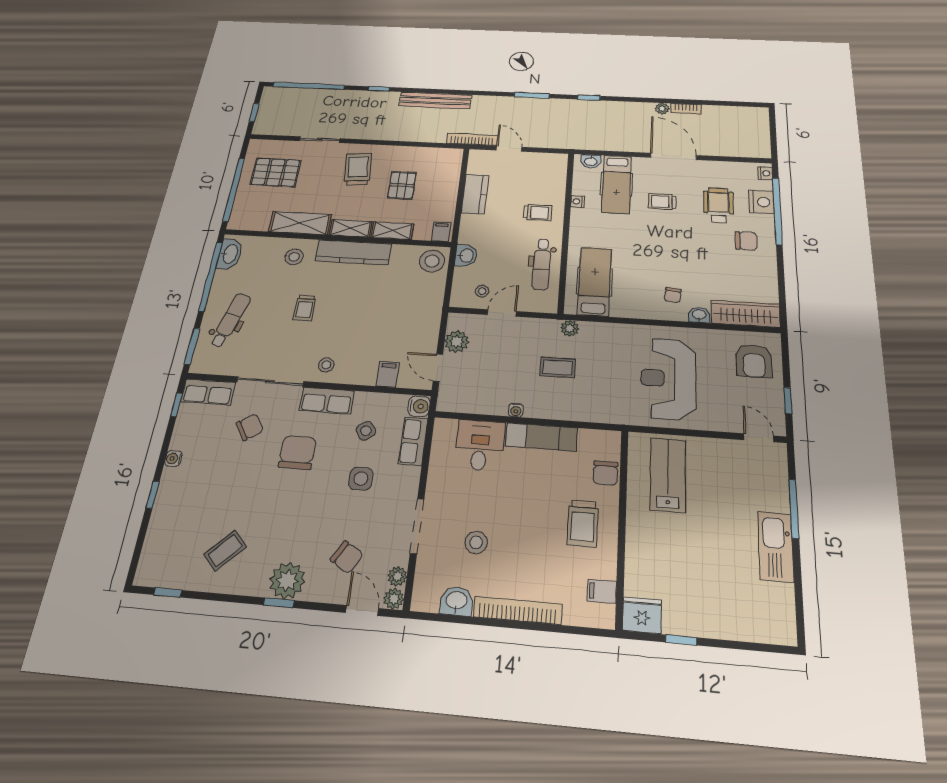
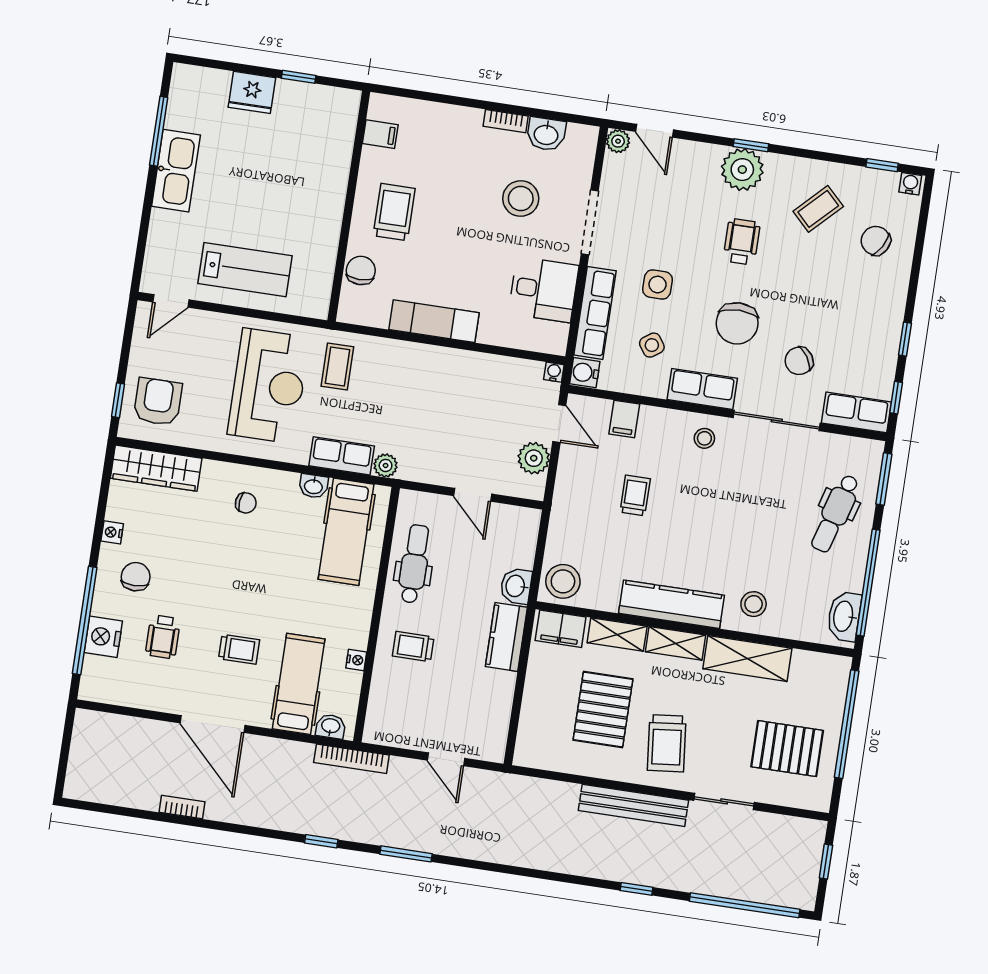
bench: (435, 100) -> (633, 805), moved
plant: (662, 109) -> (216, 811), removed
bookcase: (472, 139) -> (351, 759), moved
nightstand: (765, 173) -> (112, 532), moved
pallet: (402, 185) -> (603, 709), width x1.50, depth x1.42
kitchen counter: (475, 194) -> (506, 637), moved
wheelchair: (718, 205) -> (163, 637), width x0.73, depth x0.73
filing cabinet: (441, 232) -> (561, 629), width x2.00
chair: (746, 241) -> (136, 577), turned 90
stool: (482, 291) -> (497, 530), removed
chair: (673, 295) -> (246, 503), turned 90
trolley: (305, 308) -> (635, 495), moved
door: (502, 313) -> (473, 495), hinge flipped
washbasin: (699, 315) -> (313, 486), moved
row of seats: (604, 333) -> (342, 456), added
coffee table: (558, 367) -> (337, 366), moved, turned 90
window: (788, 401) -> (118, 400), moved
water cooler: (516, 410) -> (554, 372), moved
door: (759, 438) -> (171, 301), hinge flipped
row of seats: (413, 441) -> (595, 313), width x1.48
desk: (480, 445) -> (543, 290), moved, turned -90
water cooler: (173, 459) -> (910, 184), moved, turned -90
lab bench: (668, 475) -> (245, 270), moved, turned -90
window: (153, 495) -> (905, 339), moved
window: (794, 509) -> (159, 131), moved
wheelchair: (291, 518) -> (742, 242), added
stool: (476, 542) -> (521, 199), width x1.38, depth x1.38
chair: (347, 557) -> (876, 241), moved
plant: (397, 576) -> (614, 166), removed
bookcase: (518, 610) -> (506, 121), width x0.43, depth x0.76
fridge: (642, 615) -> (252, 92), moved

